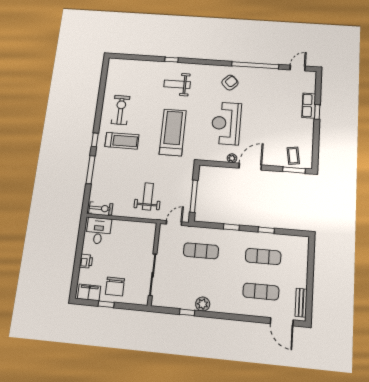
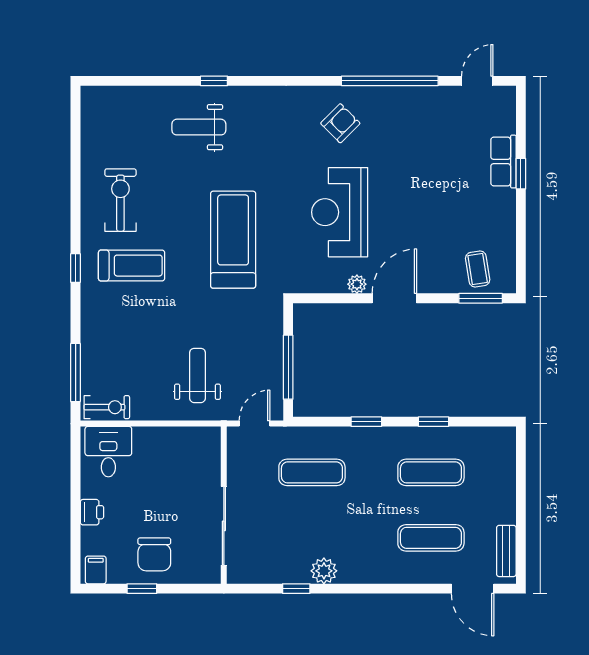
weight bench: (177, 84) -> (199, 127), moved
window: (91, 170) -> (76, 372), moved
filing cabinet: (89, 292) -> (96, 570), width x0.50

